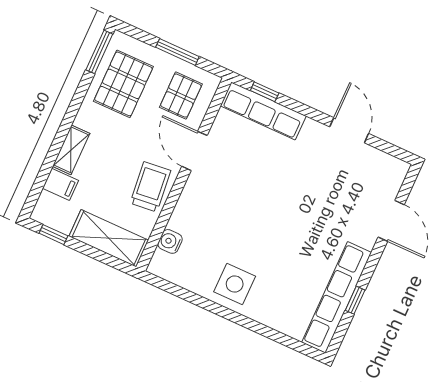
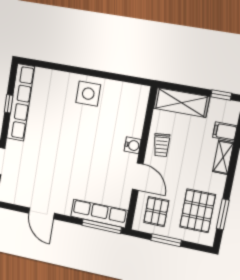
window: (99, 52) -> (223, 214), moved
window: (265, 92) -> (102, 226), width x2.17
trolley: (150, 187) -> (162, 145), width x0.73, depth x0.72
water cooler: (170, 241) -> (133, 145), moved

